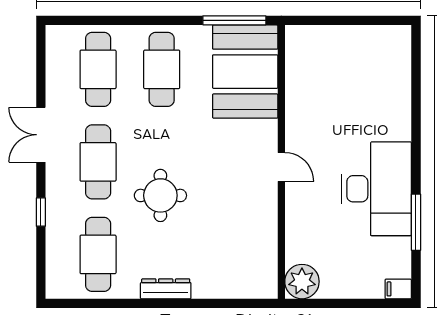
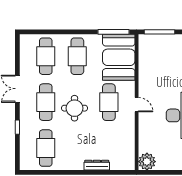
window: (327, 20) -> (160, 32), added
cafe table: (225, 162) -> (109, 102), added
round table: (160, 195) -> (75, 108), moved
dresser: (166, 289) -> (97, 165), moved

